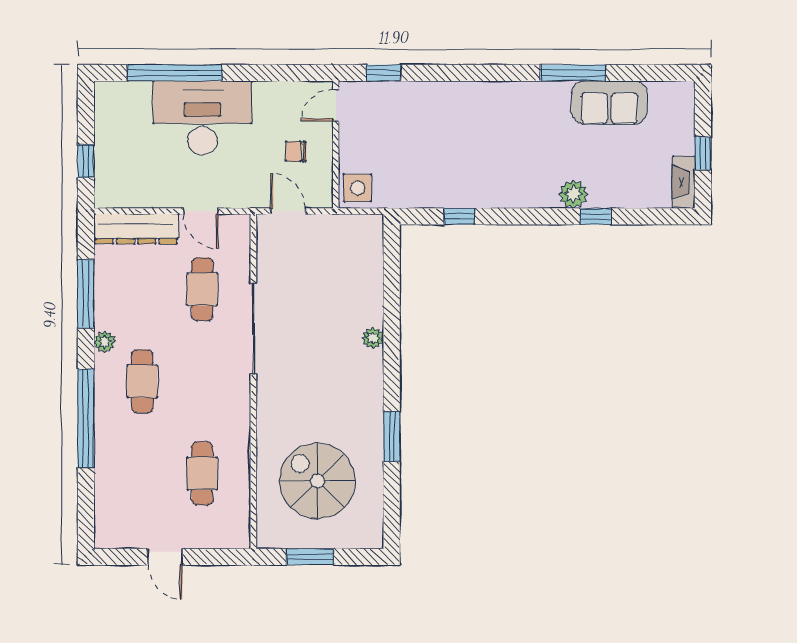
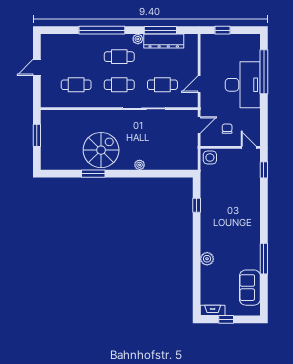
sofa: (609, 103) -> (250, 288), moved
window: (596, 216) -> (197, 269), removed
dresser: (136, 229) -> (164, 41), moved, turned -90
cafe table: (202, 381) -> (119, 85), added
spiral stairs: (317, 481) -> (101, 150), moved

